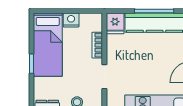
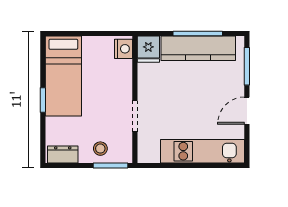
nightstand: (71, 20) -> (123, 49), moved, turned 90
bookcase: (97, 45) -> (126, 77), removed

